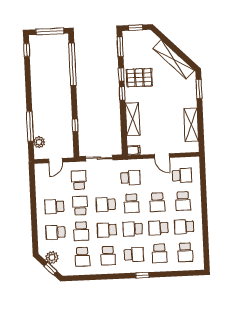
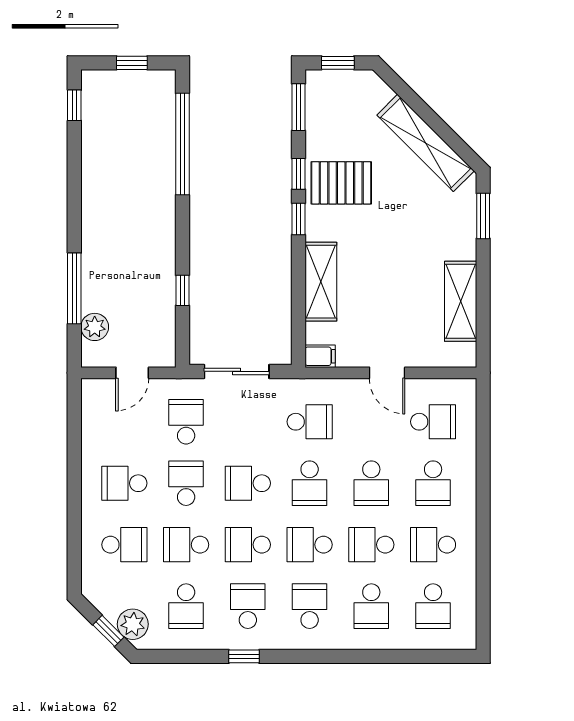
window: (50, 31) -> (132, 63), width x0.46
school desk: (81, 231) -> (186, 545), turned 90
school desk: (55, 232) -> (124, 545), turned 180
school desk: (134, 255) -> (310, 606), turned -90
school desk: (108, 256) -> (248, 606), turned 180
plant: (52, 257) -> (133, 624), moved
window: (142, 275) -> (244, 656), moved

